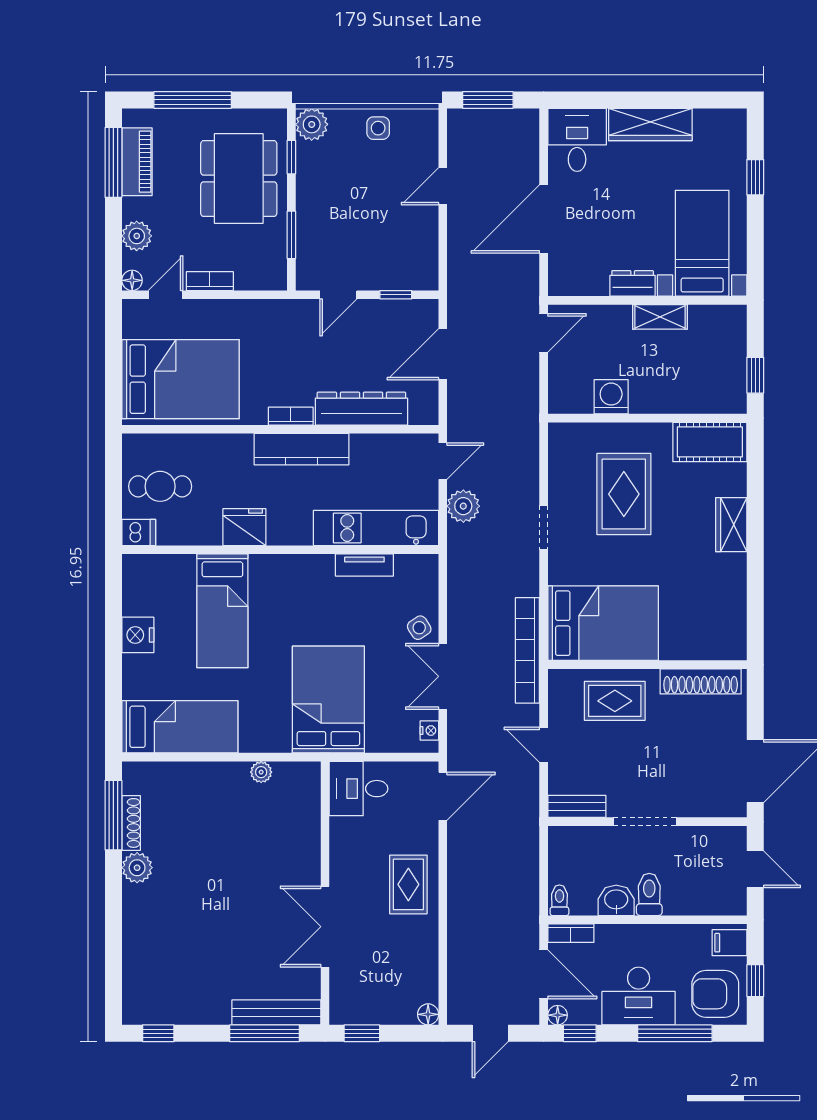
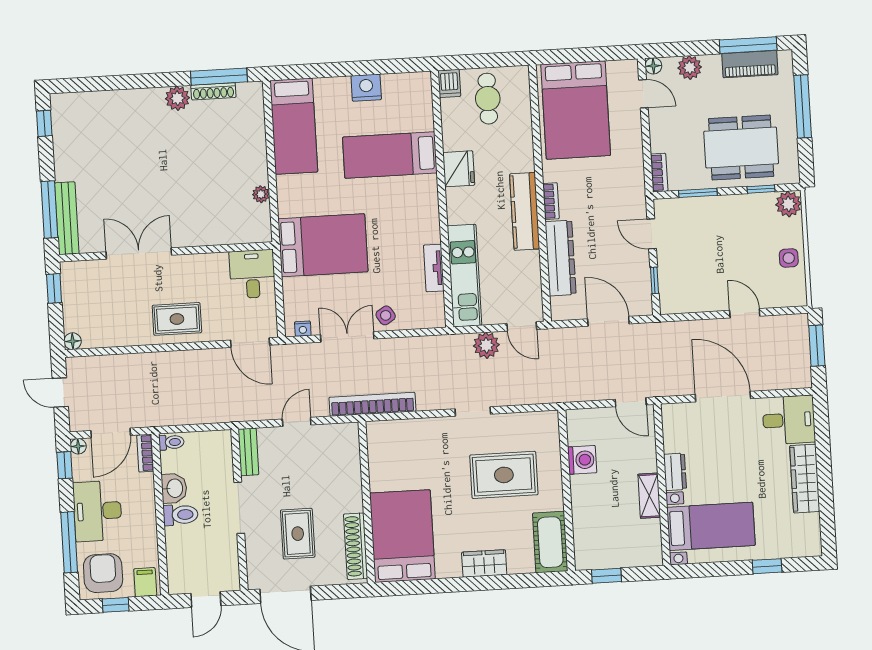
bookcase: (210, 281) -> (659, 173), moved
bed: (603, 623) -> (402, 536), moved, turned 180
rug: (615, 701) -> (298, 534), moved

